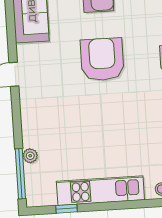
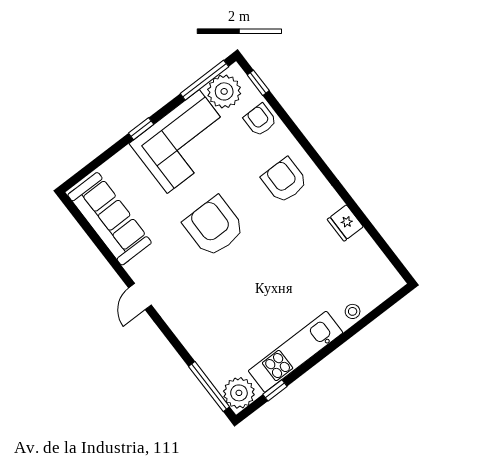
plant: (30, 156) -> (239, 393), moved, width x1.87, depth x1.87

